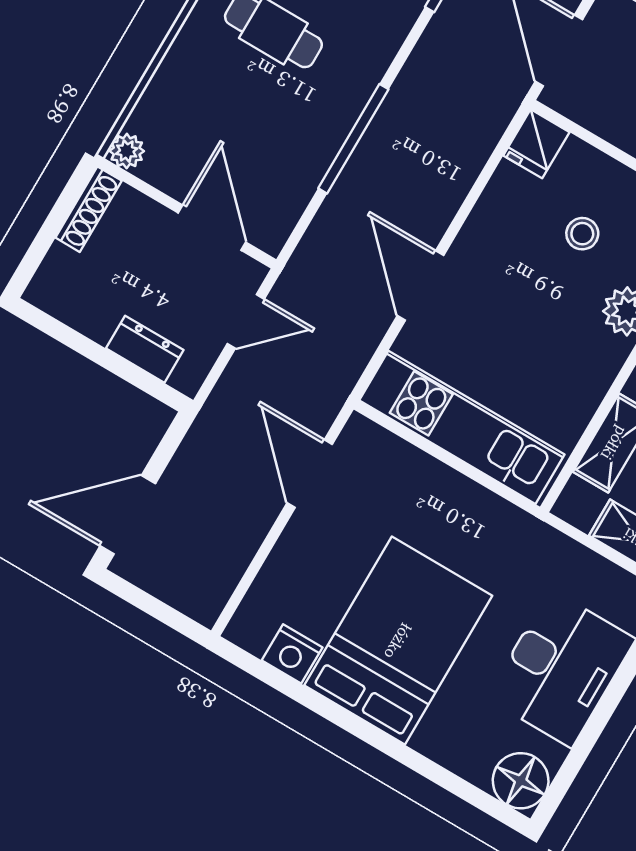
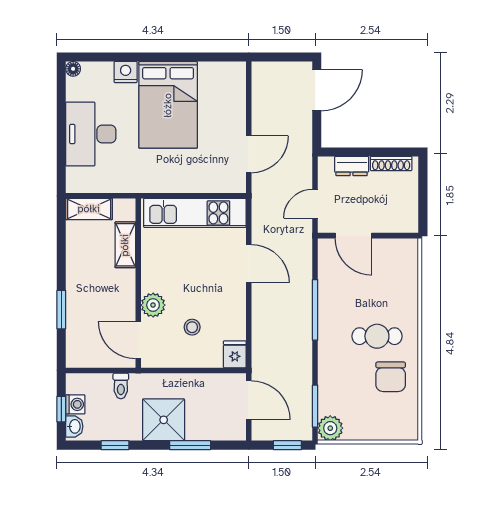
plant: (127, 151) -> (410, 247), removed
shoe rack: (89, 209) -> (391, 164), moved, turned -90
door: (310, 474) -> (249, 154), hinge flipped
nightstand: (292, 654) -> (126, 72), moved
floor lamp: (521, 781) -> (73, 69), width x0.53, depth x0.53

